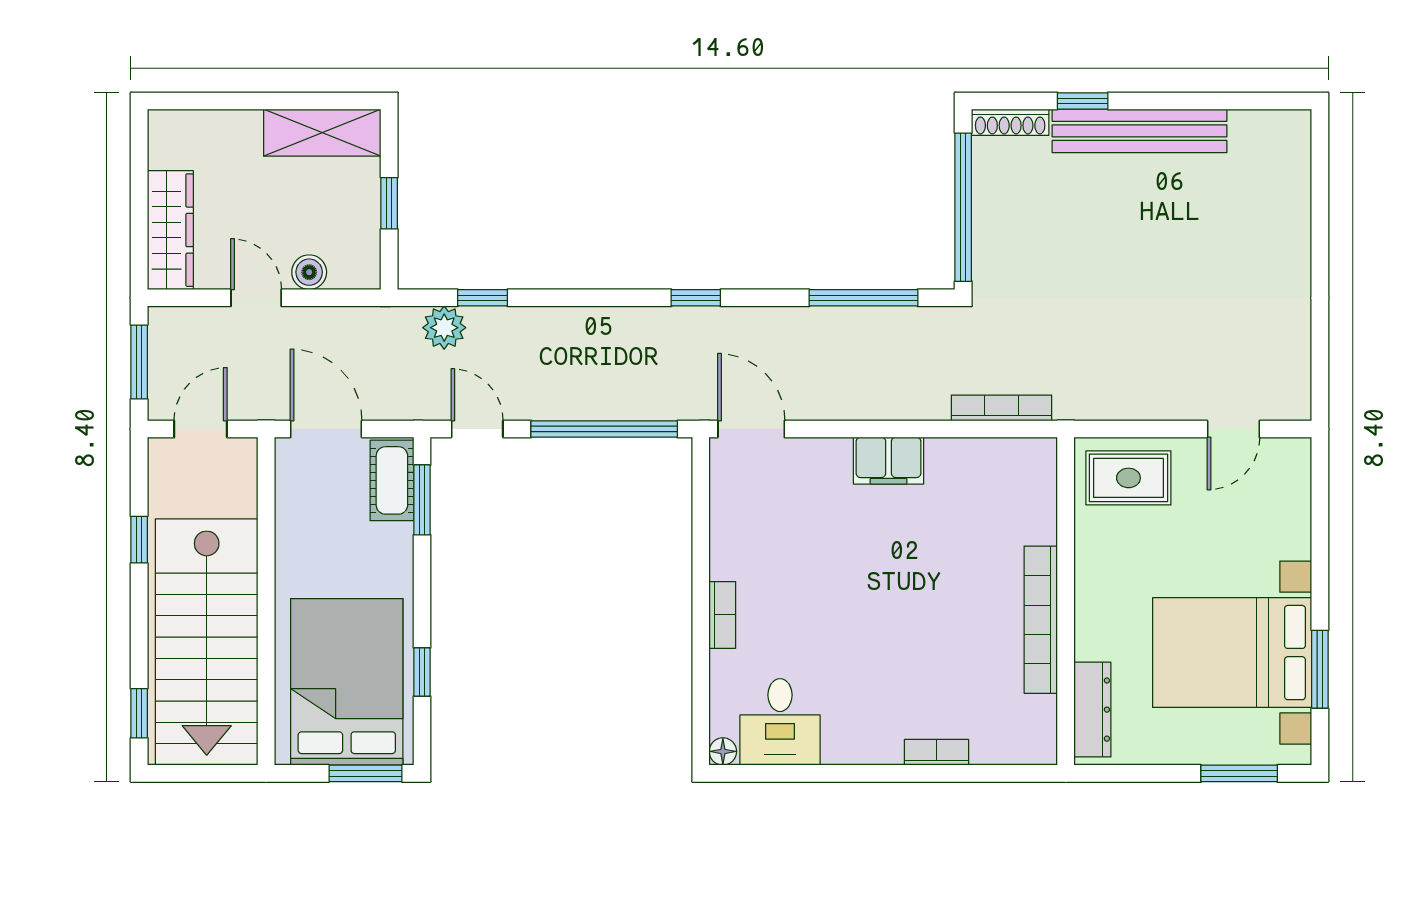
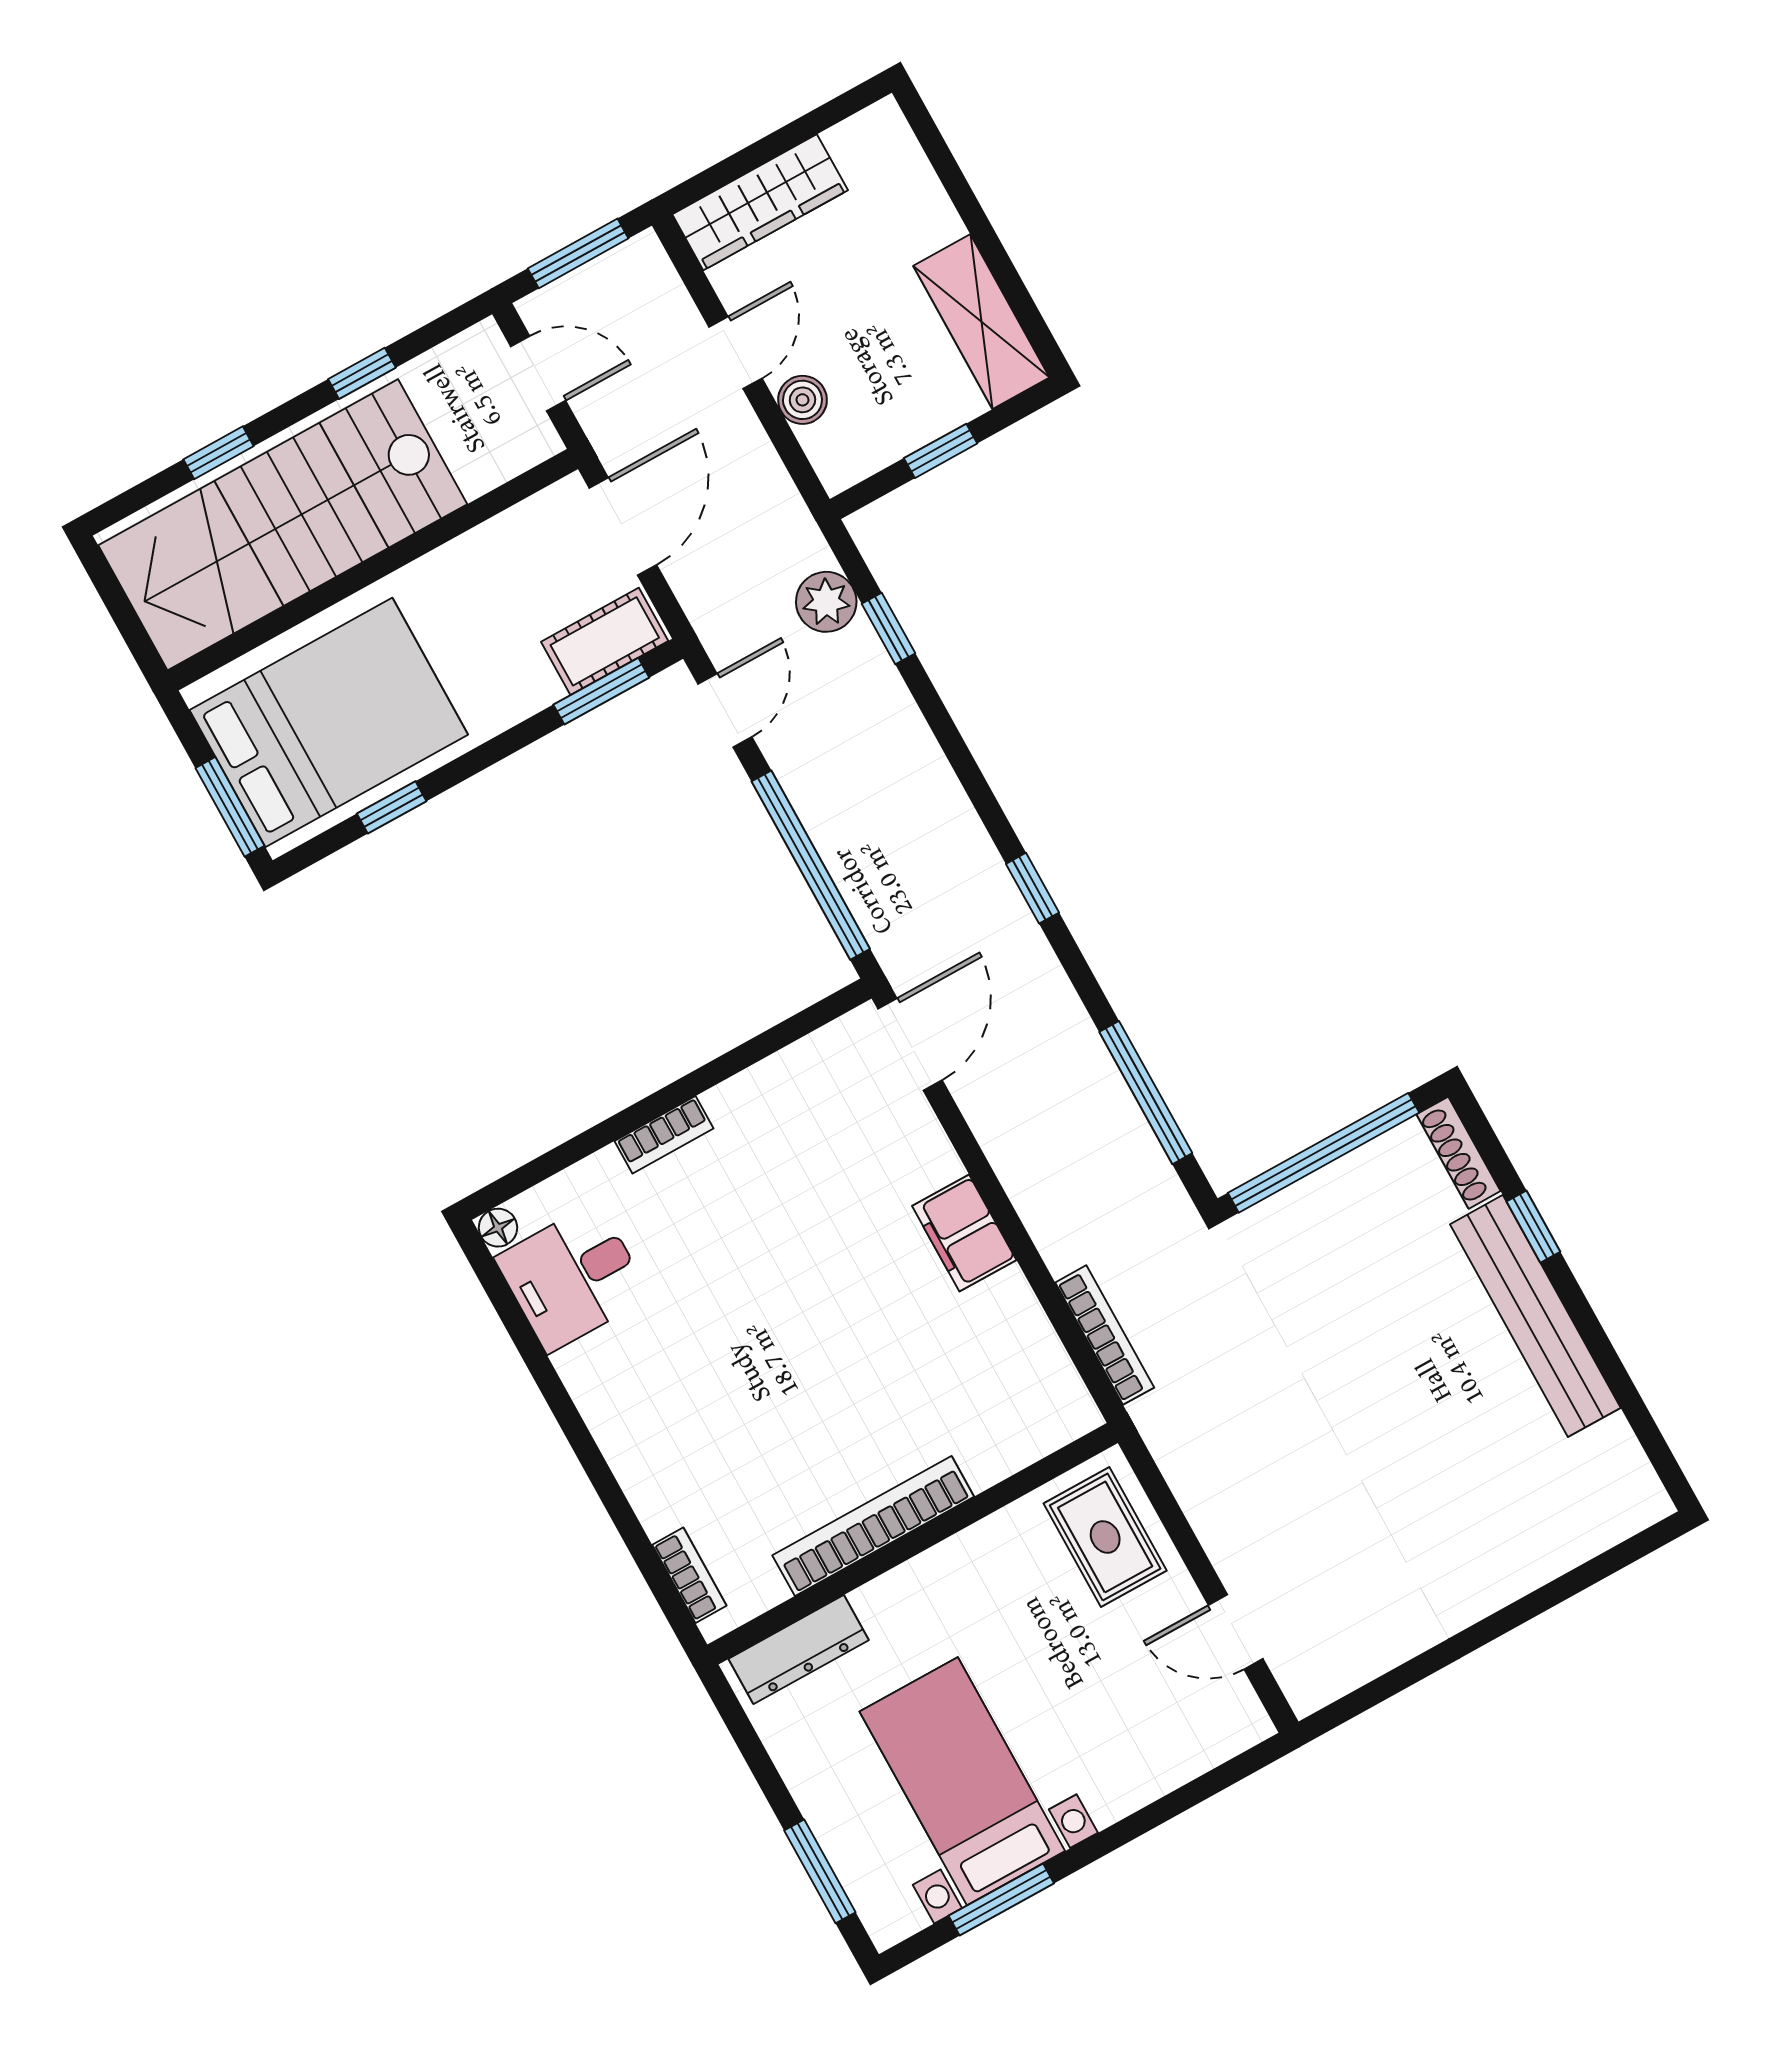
bed with nightstands: (1232, 653) -> (962, 1781), width x0.73
window: (139, 713) -> (219, 453), moved
bookcase: (936, 752) -> (689, 1575), moved

